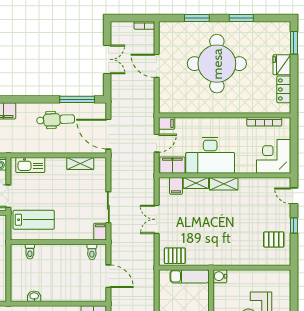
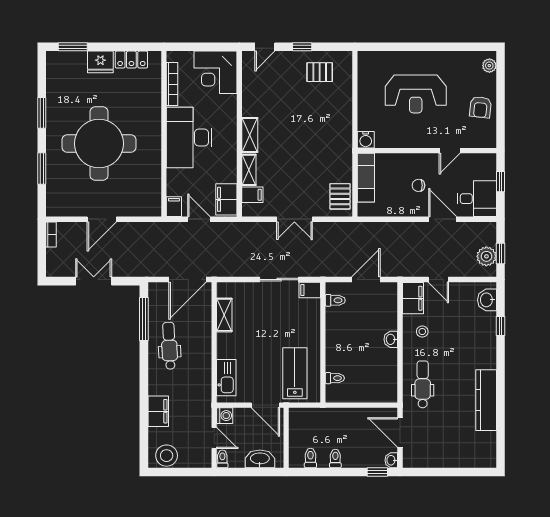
desk: (210, 155) -> (189, 138), moved, turned 180
pallet: (274, 240) -> (320, 72), turned 90
washbasin: (34, 296) -> (391, 339), moved

